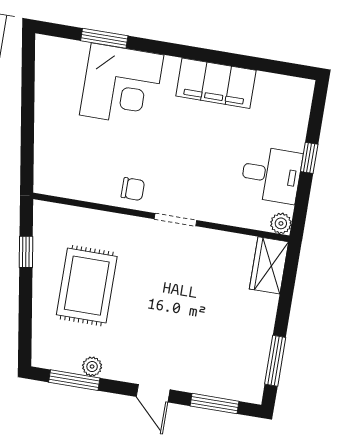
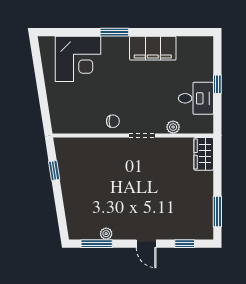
window: (104, 38) -> (114, 32), moved
corner desk: (122, 85) -> (78, 59), moved
plant: (281, 223) -> (173, 127), moved
rug: (87, 286) -> (95, 185), removed
window: (214, 404) -> (185, 244), width x0.67

